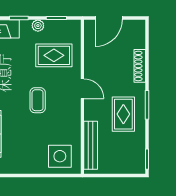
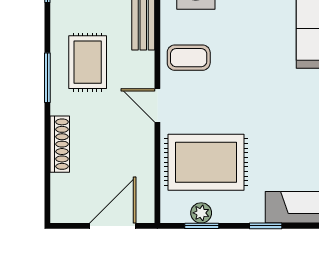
plant: (38, 26) -> (201, 213), moved
rug: (54, 55) -> (206, 162), width x1.36, depth x1.43
coffee table: (38, 100) -> (189, 58), moved, turned 90

